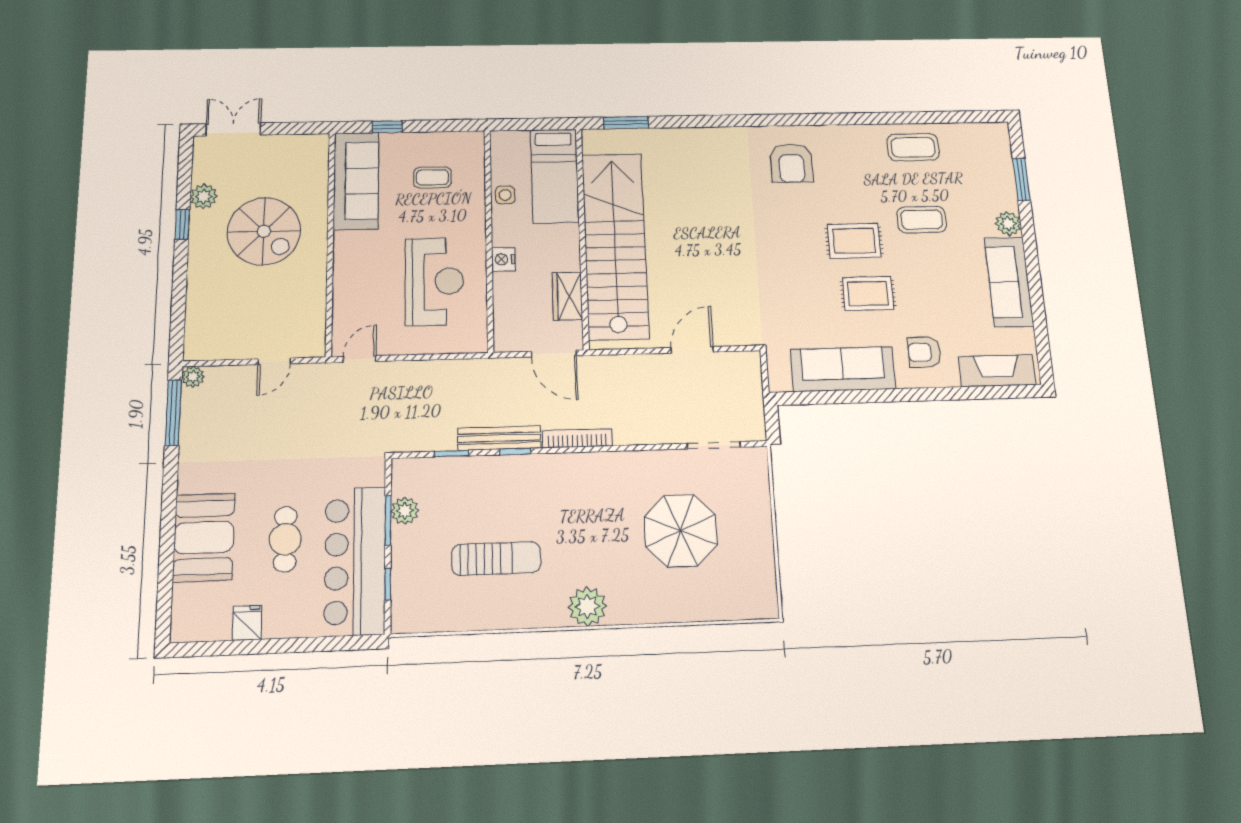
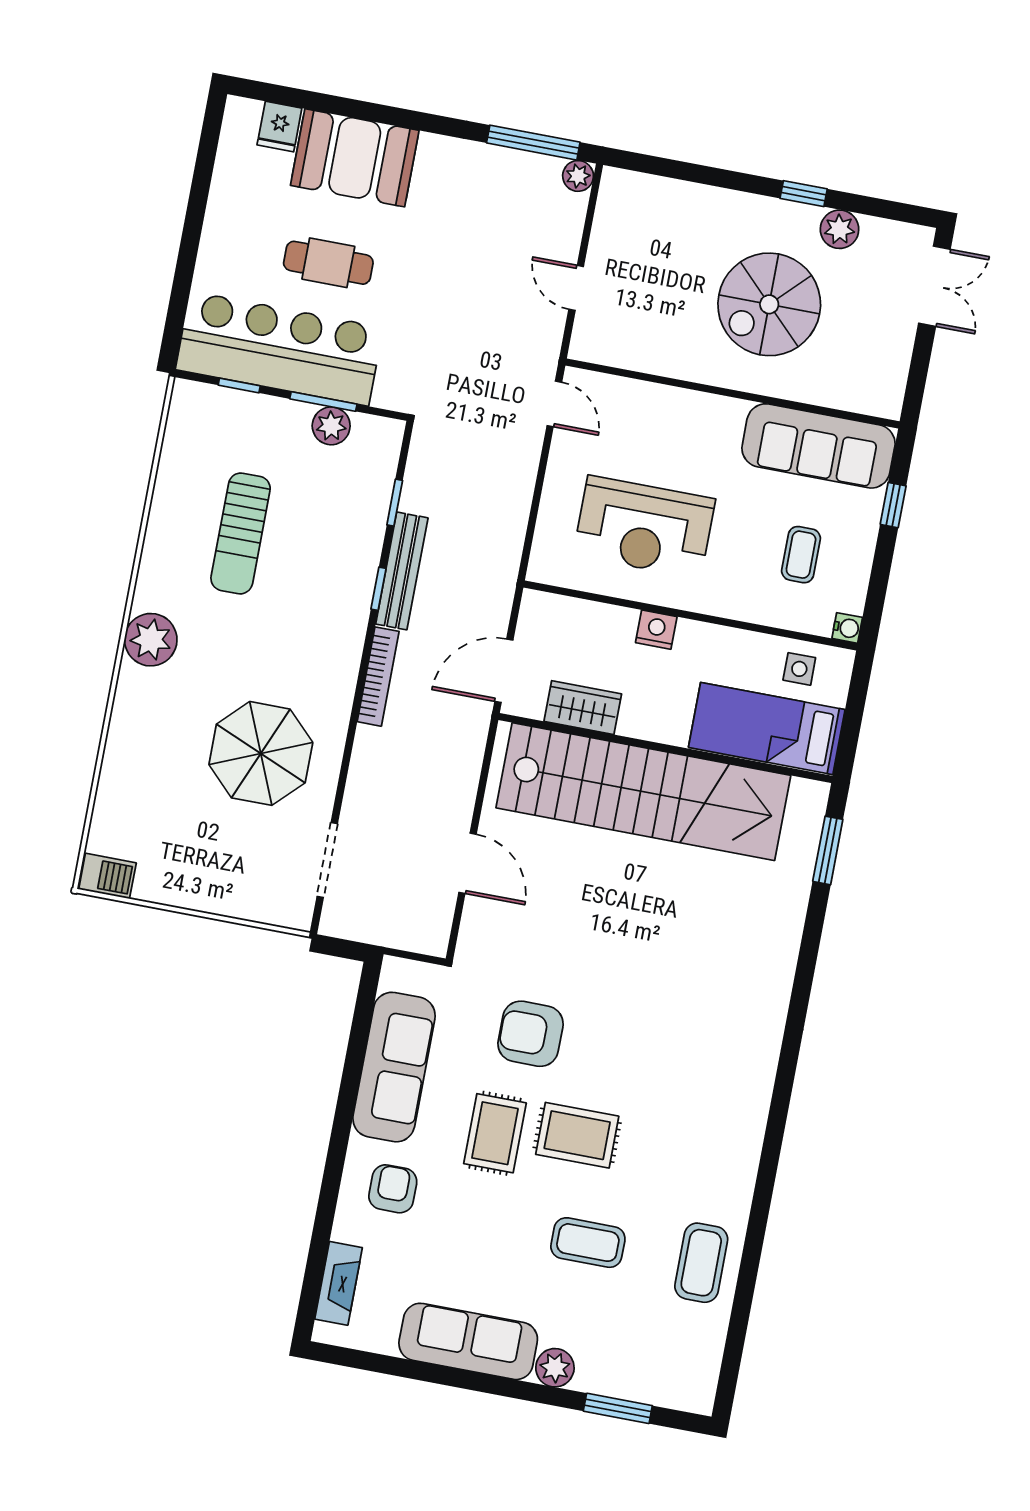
water cooler: (476, 139) -> (847, 628), added
armchair: (791, 163) -> (531, 1034), moved
side table: (505, 195) -> (799, 669), moved
coffee table: (922, 220) -> (588, 1243), turned 90
rug: (854, 241) -> (577, 1135), turned 90
fireplace: (997, 371) -> (339, 1283), width x0.73, depth x0.76
parasol: (681, 531) -> (261, 753), moved
barbecue: (764, 599) -> (107, 876), added
fridge: (247, 623) -> (279, 127), moved, turned 90

